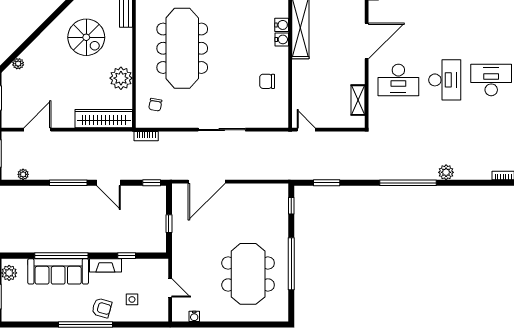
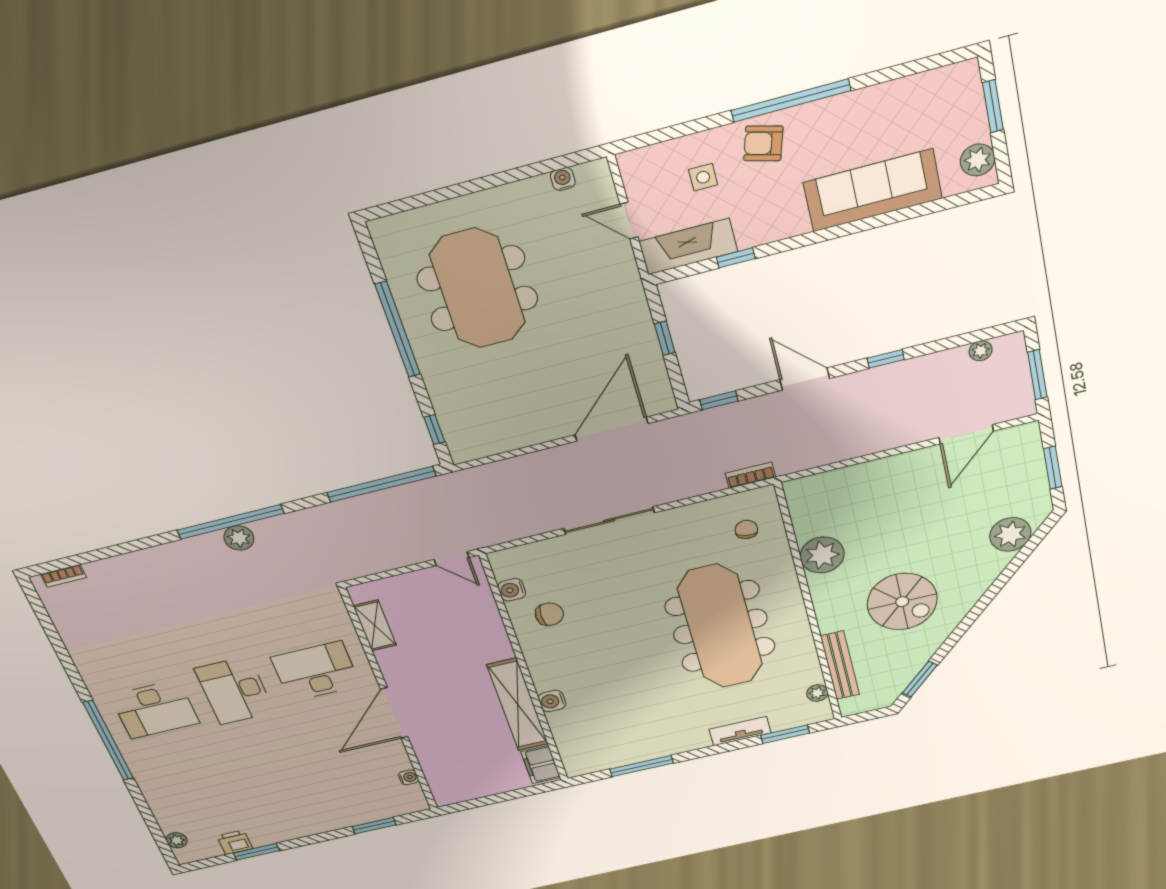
spiral stairs: (86, 37) -> (902, 602), turned 180
water cooler: (282, 39) -> (512, 590), moved
plant: (18, 64) -> (1010, 534), width x1.88, depth x1.88
wardrobe: (104, 119) -> (840, 484), removed
plant: (446, 172) -> (239, 538), moved
window: (68, 183) -> (886, 359), width x0.46
window: (327, 183) -> (381, 484), width x2.11
window: (61, 256) -> (872, 223), removed
fireplace: (105, 265) -> (688, 247), moved, width x1.37, depth x1.32

